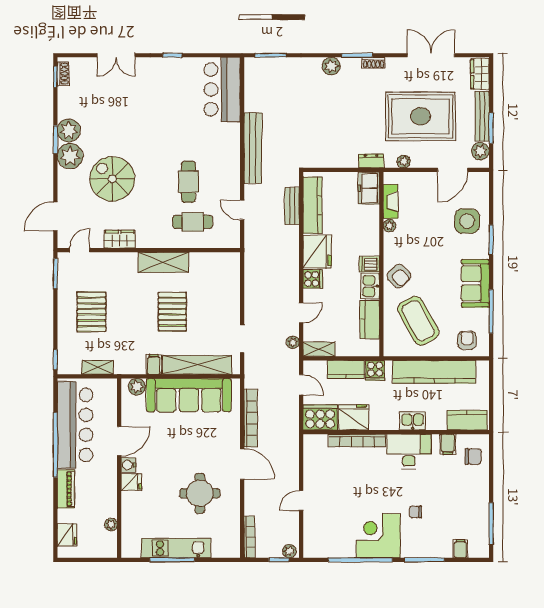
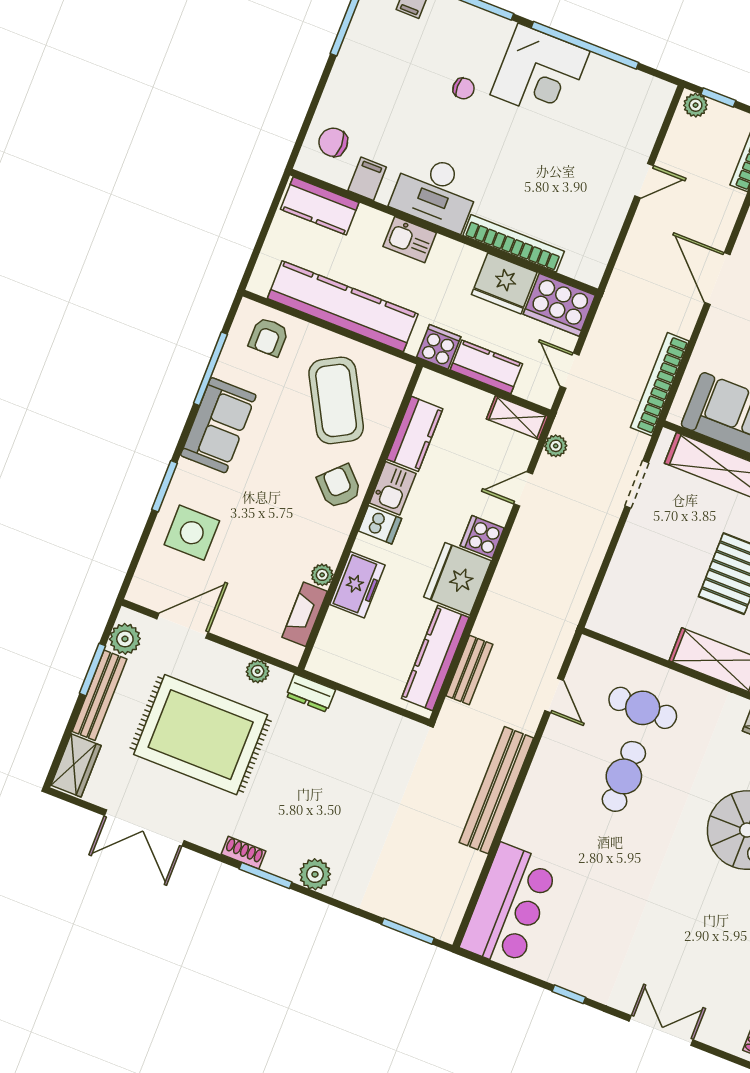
freezer: (369, 188) -> (357, 585), moved
bookcase: (251, 418) -> (660, 384), moved

